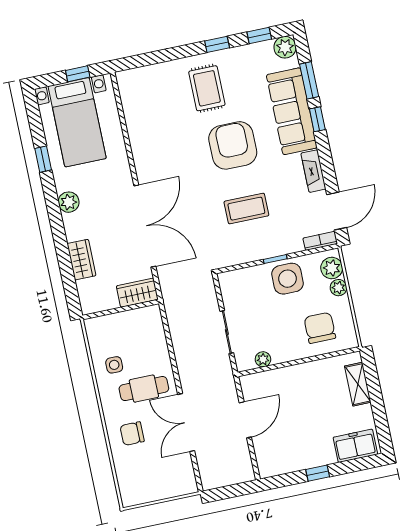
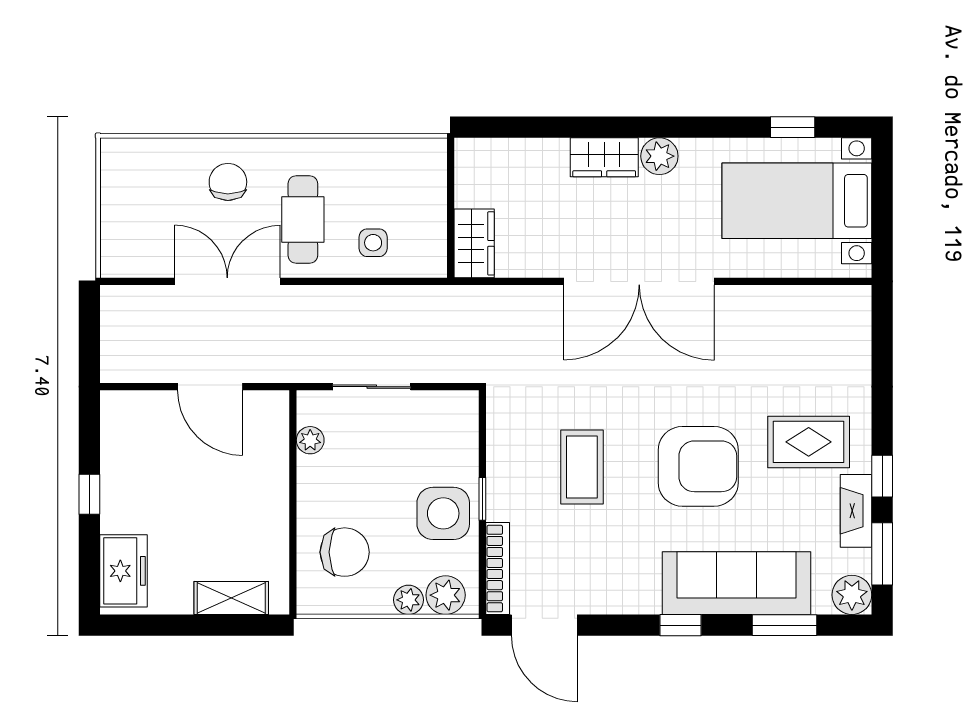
window: (259, 35) -> (882, 554), width x1.50
window: (78, 74) -> (882, 220), removed
window: (317, 119) -> (680, 625), moved
window: (43, 159) -> (793, 127), moved
fireplace: (313, 171) -> (856, 511), moved, turned -90
double door: (145, 226) -> (639, 281), moved
bookcase: (320, 241) -> (498, 569), width x1.56
wardrobe: (81, 260) -> (604, 157), moved
side table: (114, 365) -> (373, 243), moved

